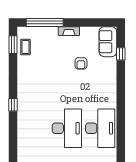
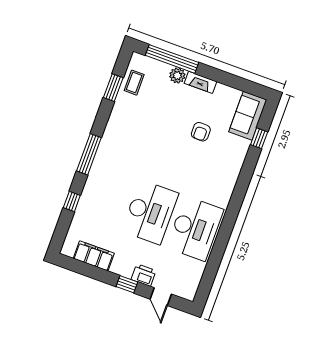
plant: (52, 32) -> (177, 76), added
window: (13, 45) -> (113, 88), moved
window: (13, 105) -> (89, 154), width x2.17
window: (13, 140) -> (72, 201), added

